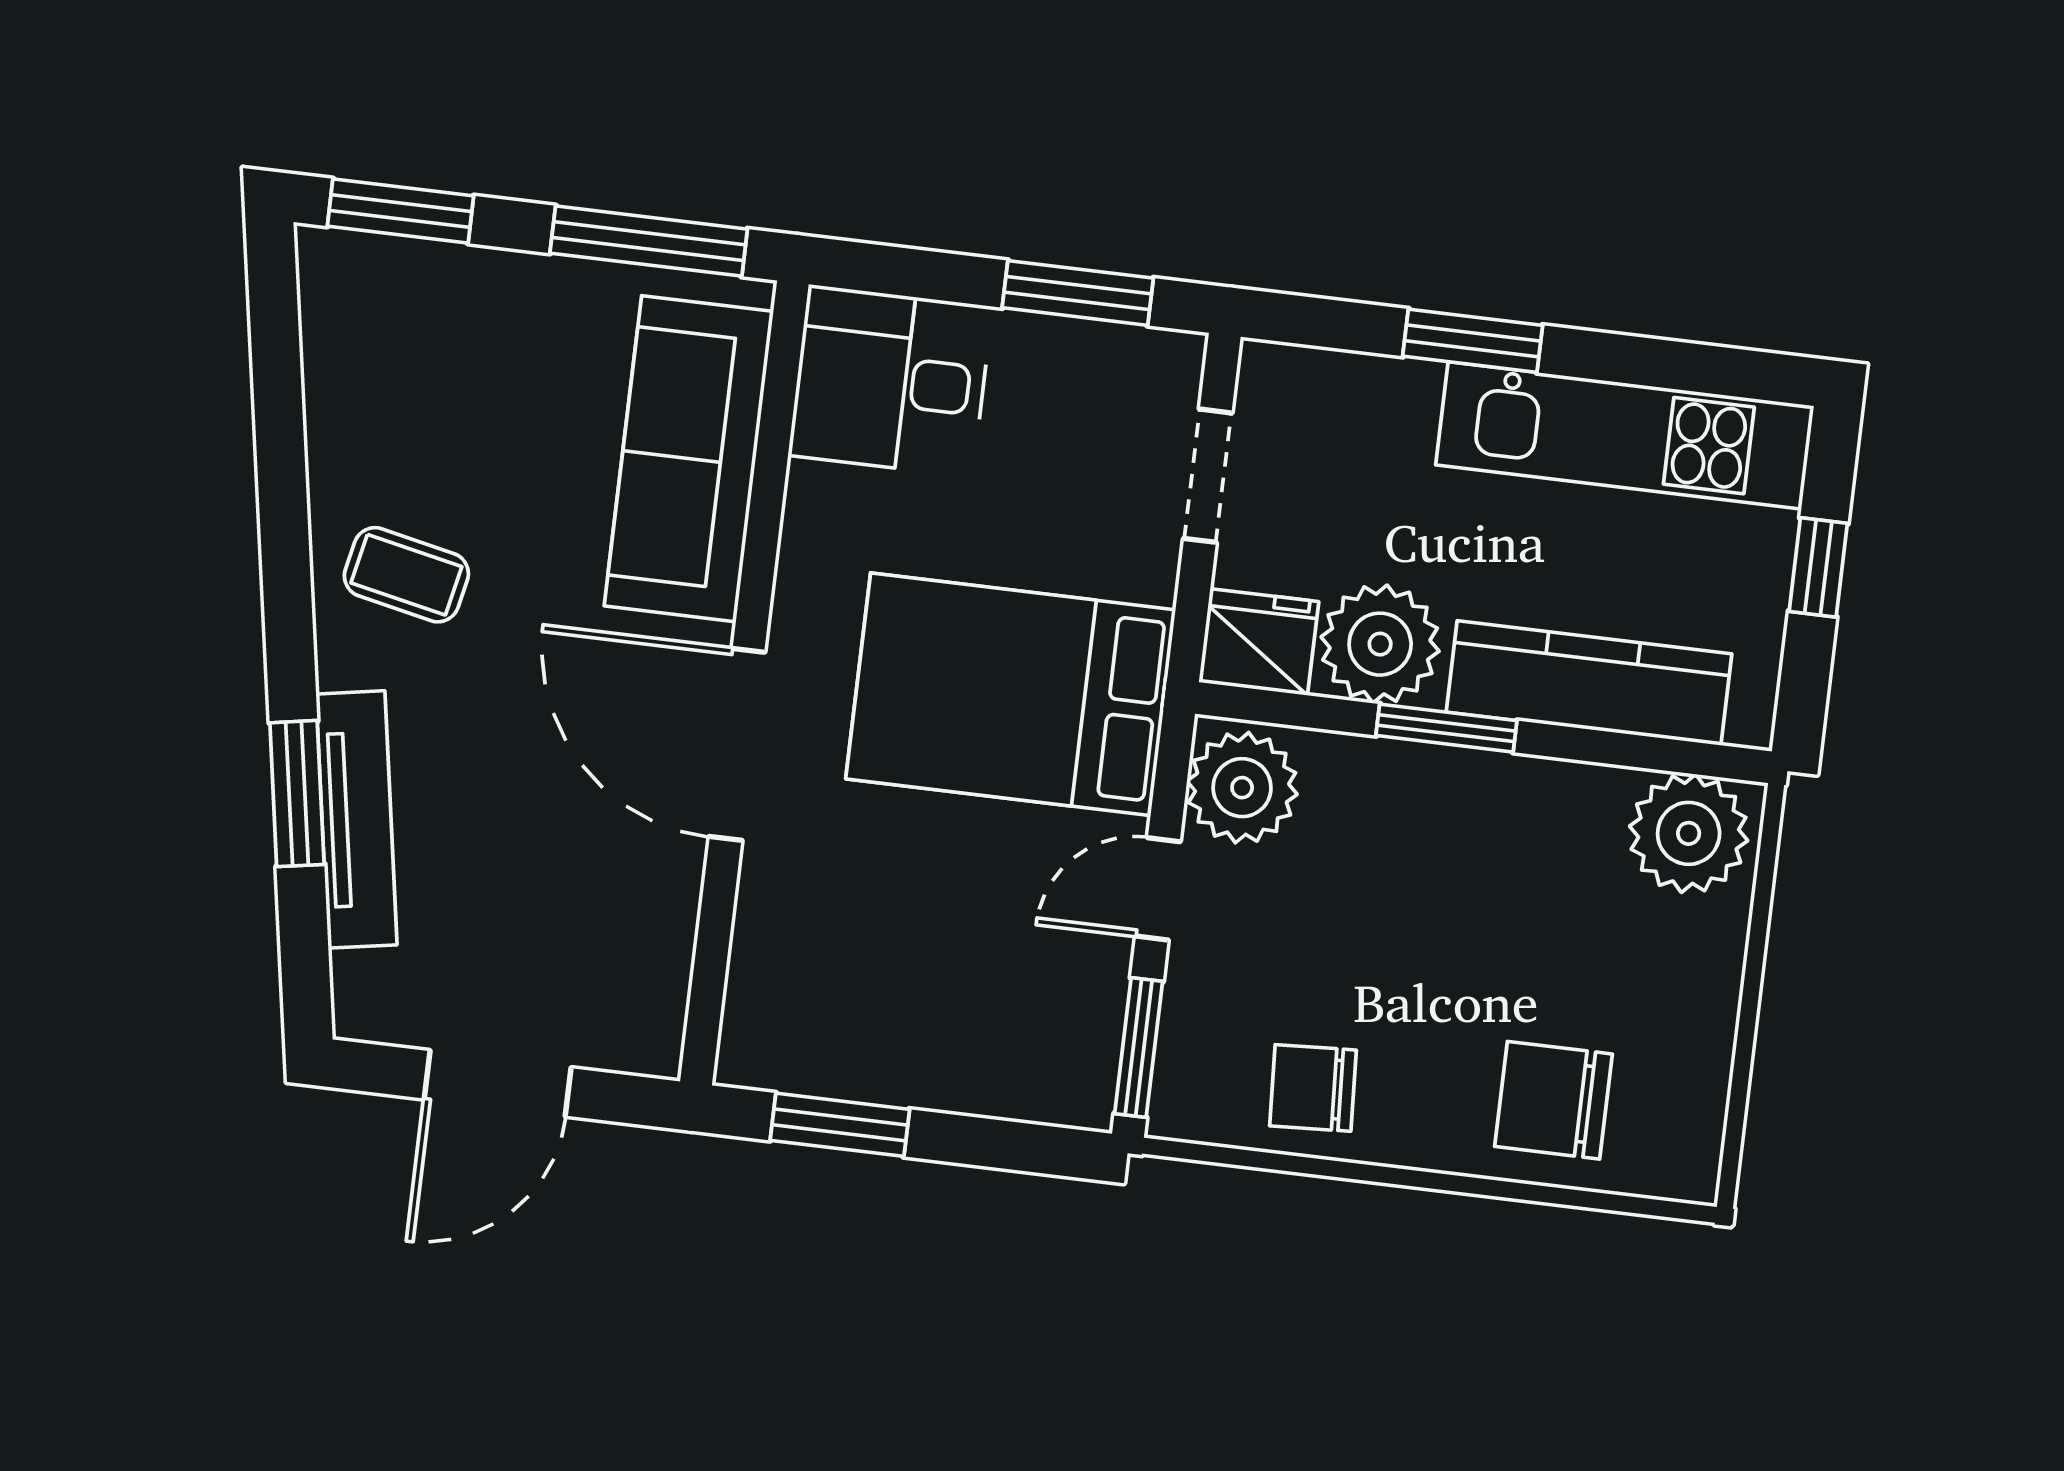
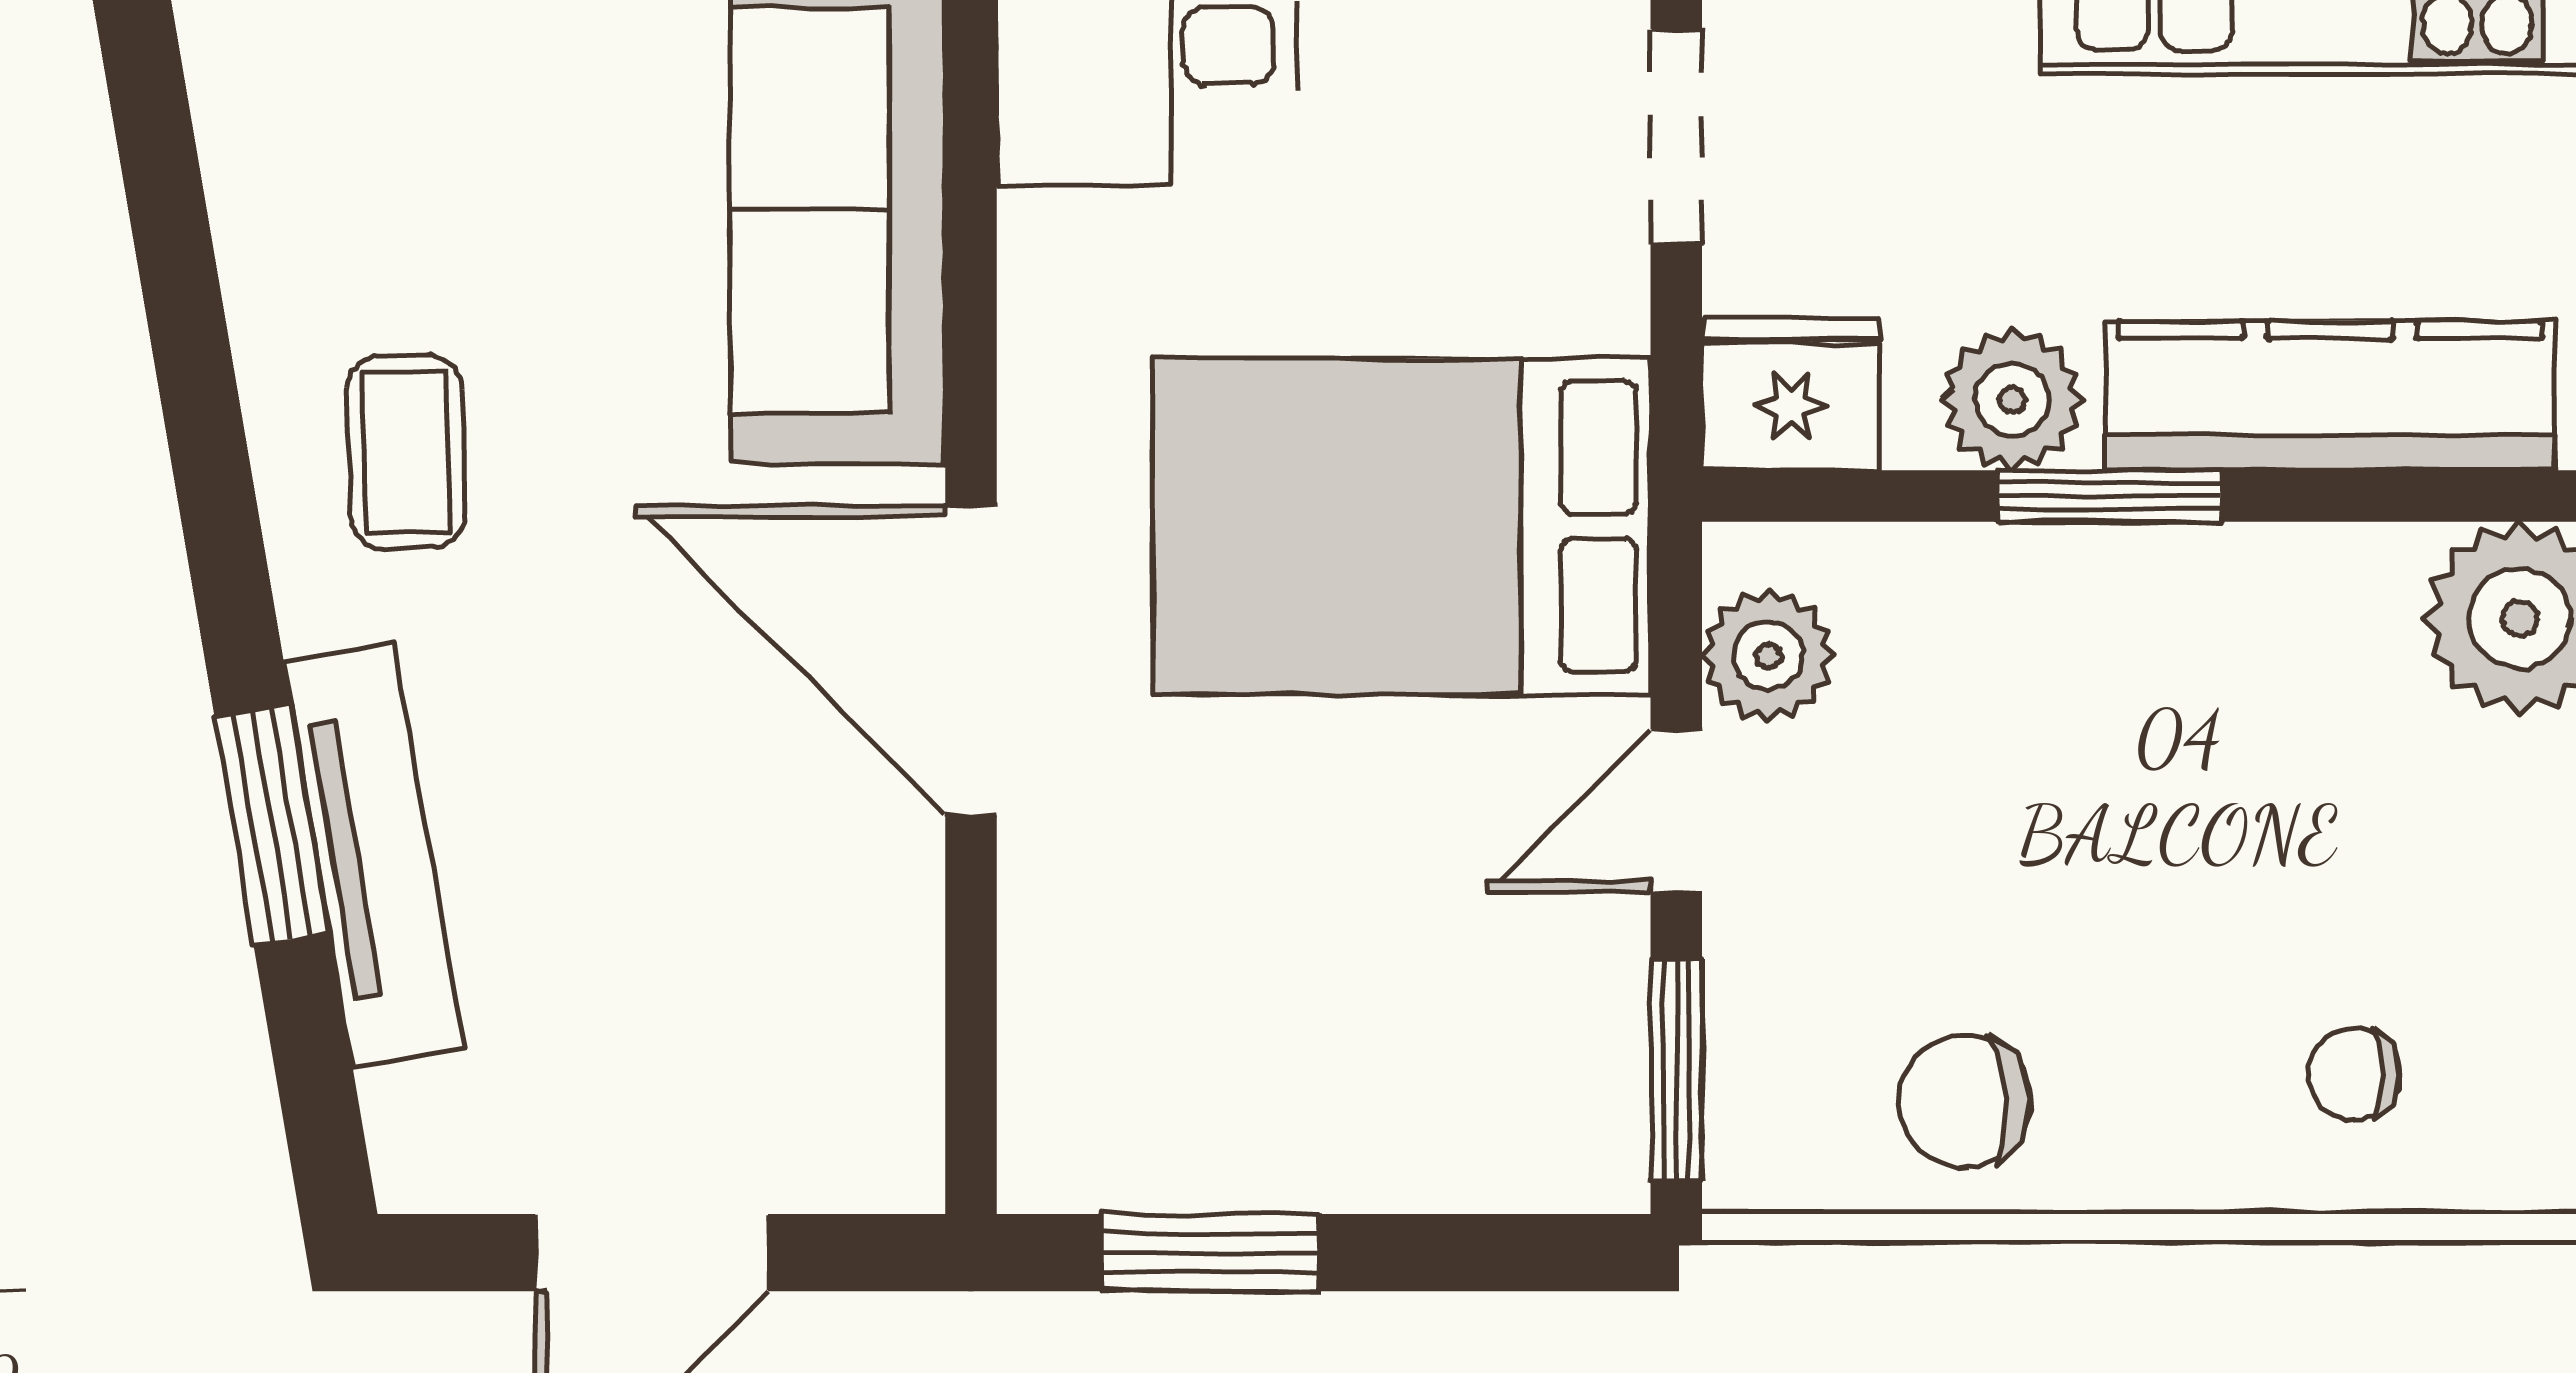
coffee table: (406, 575) -> (406, 452), turned 76
plant: (1380, 644) -> (2012, 400), width x0.73, depth x0.73
plant: (1242, 788) -> (1768, 656), width x0.73, depth x0.73
chair: (1554, 1100) -> (2354, 1074), width x0.54, depth x0.54

